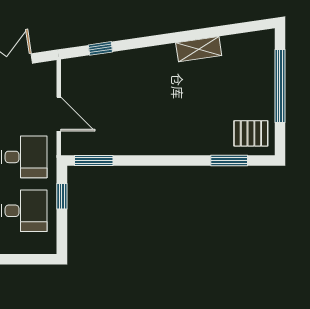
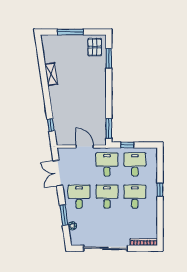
window: (280, 86) -> (70, 32), width x0.68
door: (59, 114) -> (85, 147), hinge flipped

